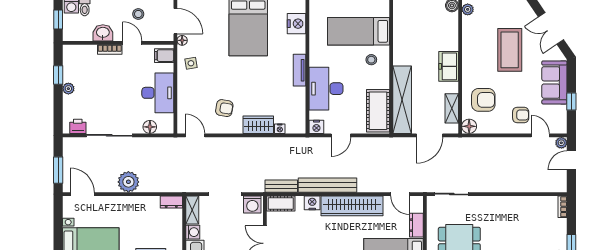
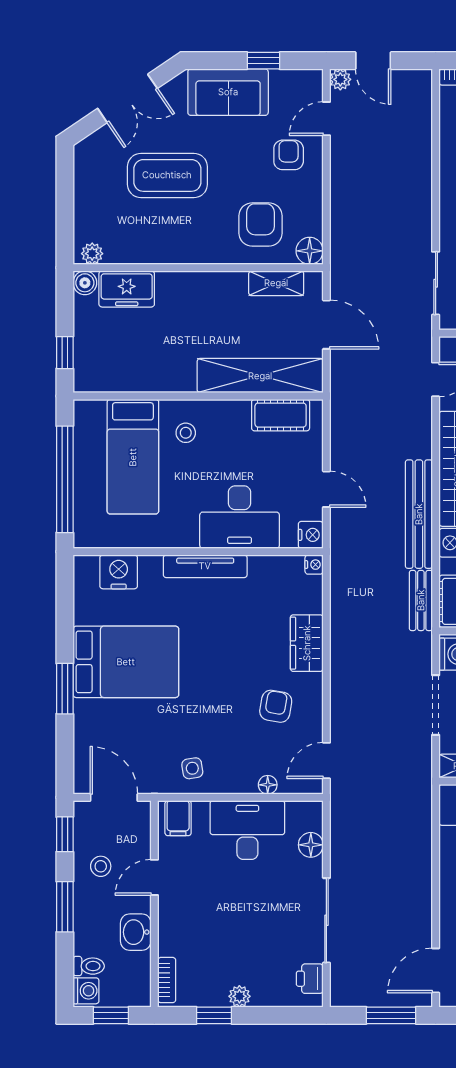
door: (175, 21) -> (114, 797), hinge flipped
floor lamp: (182, 40) -> (268, 785), moved
bookcase: (110, 49) -> (167, 980), moved
freezer: (449, 66) -> (127, 289), moved
tv unit: (300, 70) -> (205, 566), width x1.41
cot: (378, 111) -> (281, 415), width x0.73, depth x0.75
nightstand: (280, 129) -> (314, 565), moved
plant: (128, 182) -> (413, 885), removed

